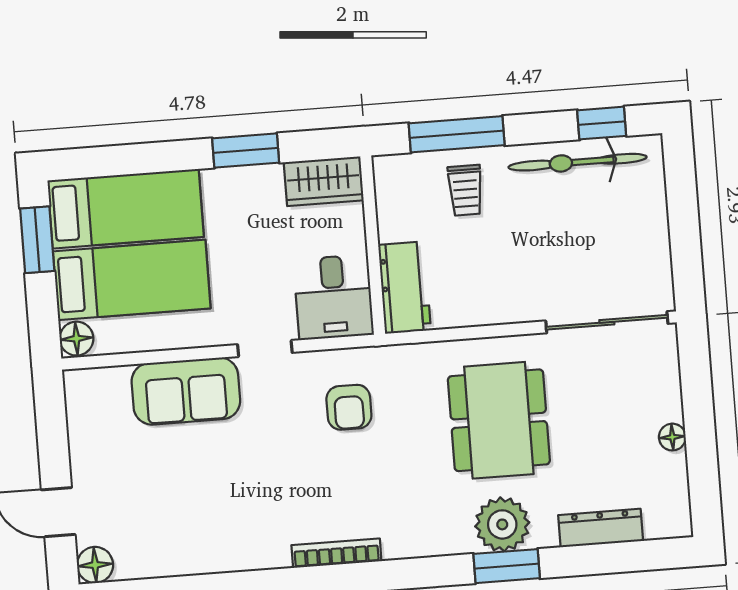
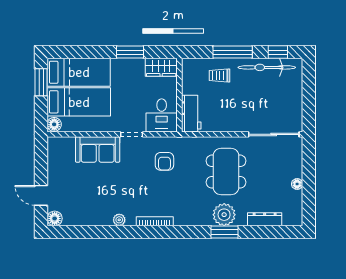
window: (457, 134) -> (233, 52), moved
trolley: (465, 190) -> (219, 75), turned 90
plant: (251, 556) -> (119, 220), added

